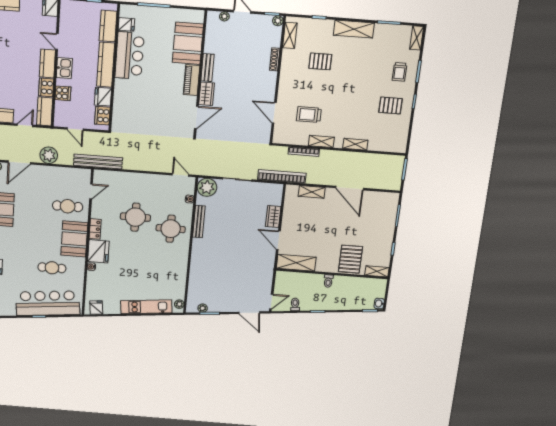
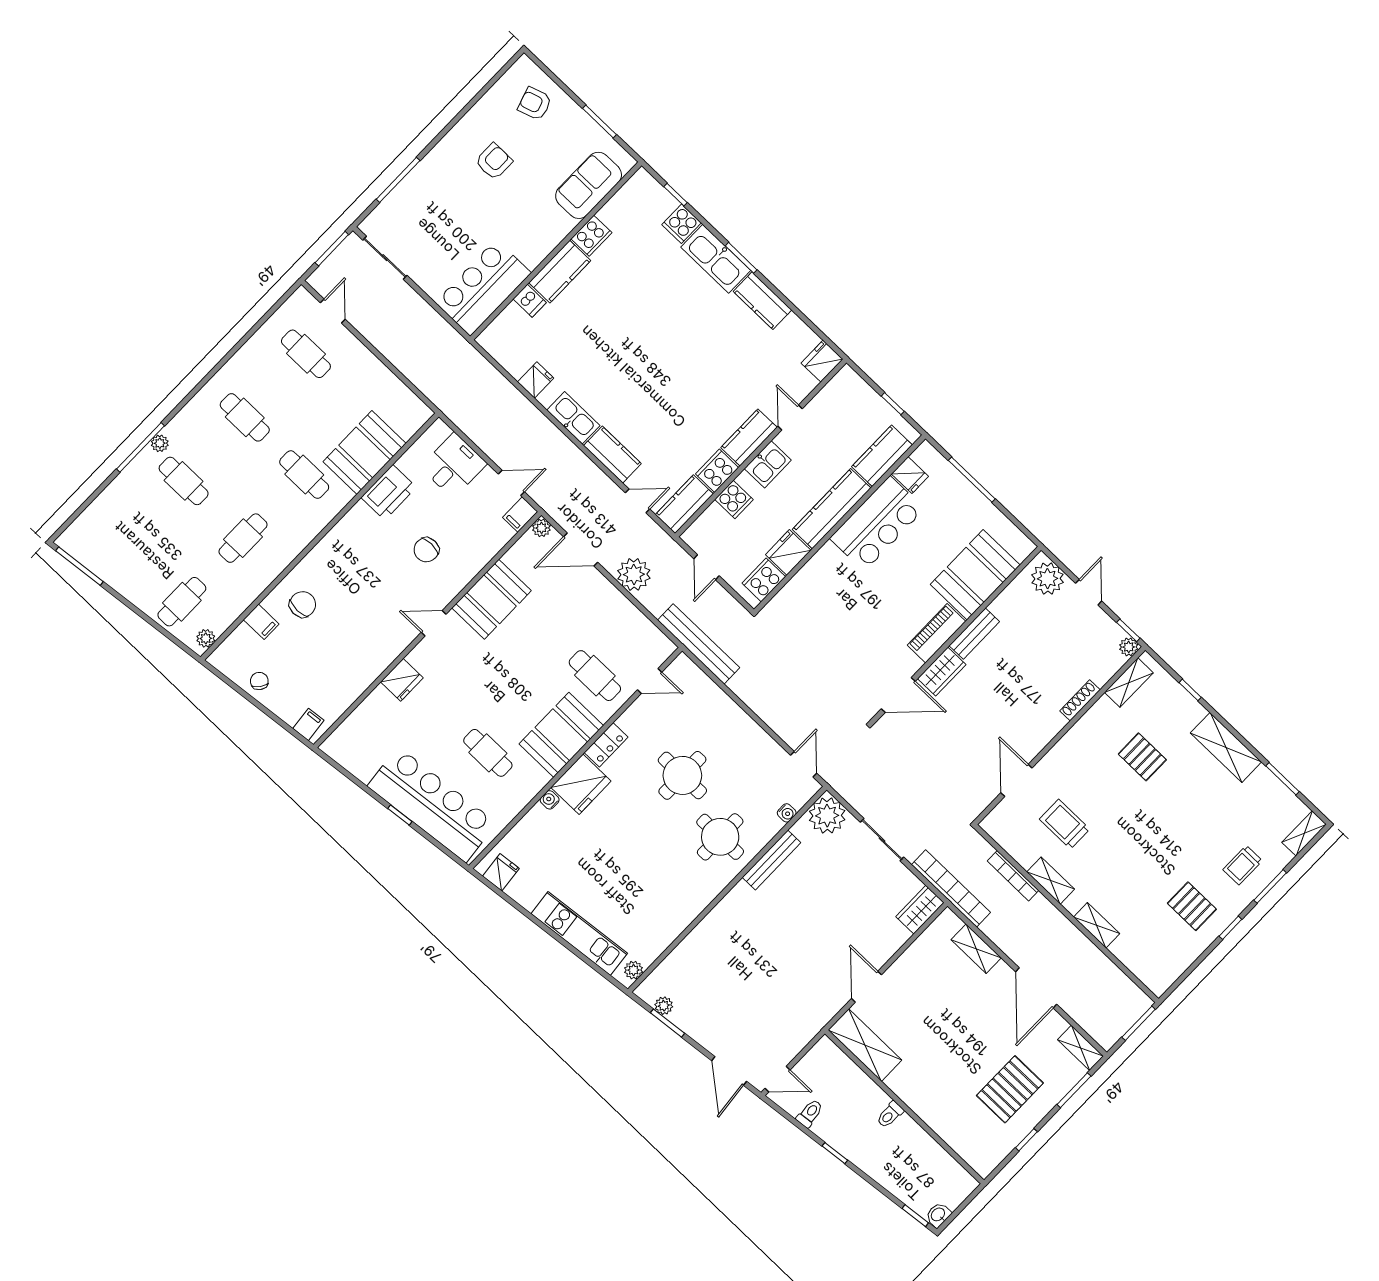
plant: (224, 16) -> (1048, 579), width x1.87, depth x1.87
wardrobe: (273, 217) -> (920, 910), moved
pallet: (350, 259) -> (1010, 1089), moved
shelving: (377, 271) -> (1081, 1048), moved

